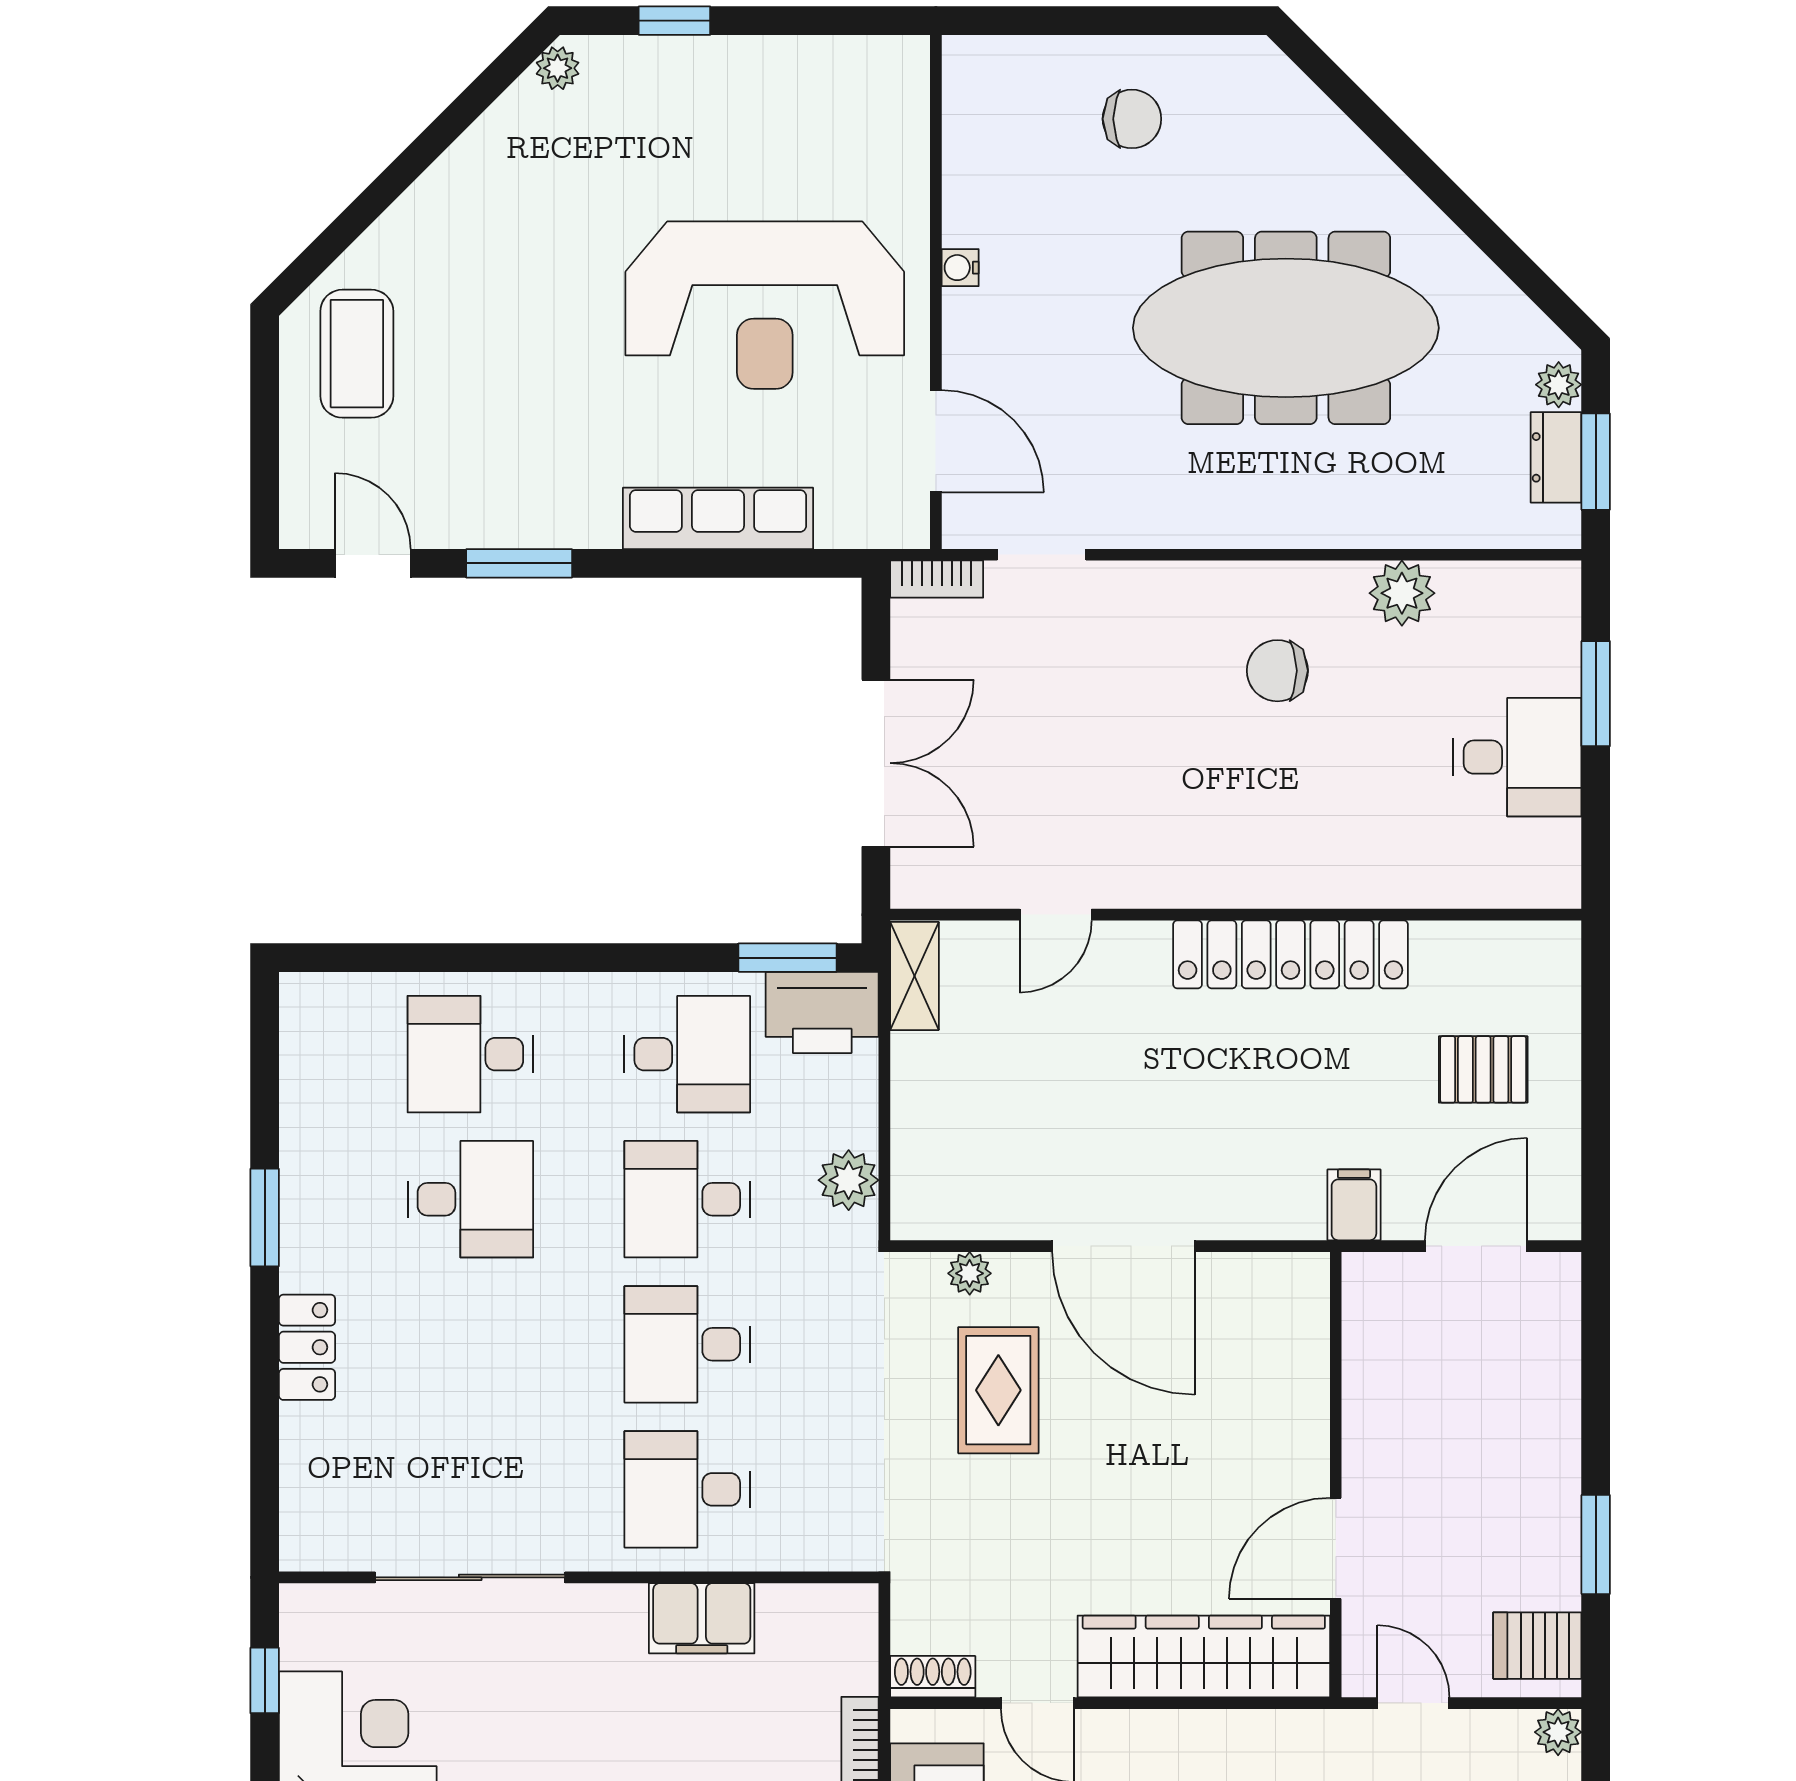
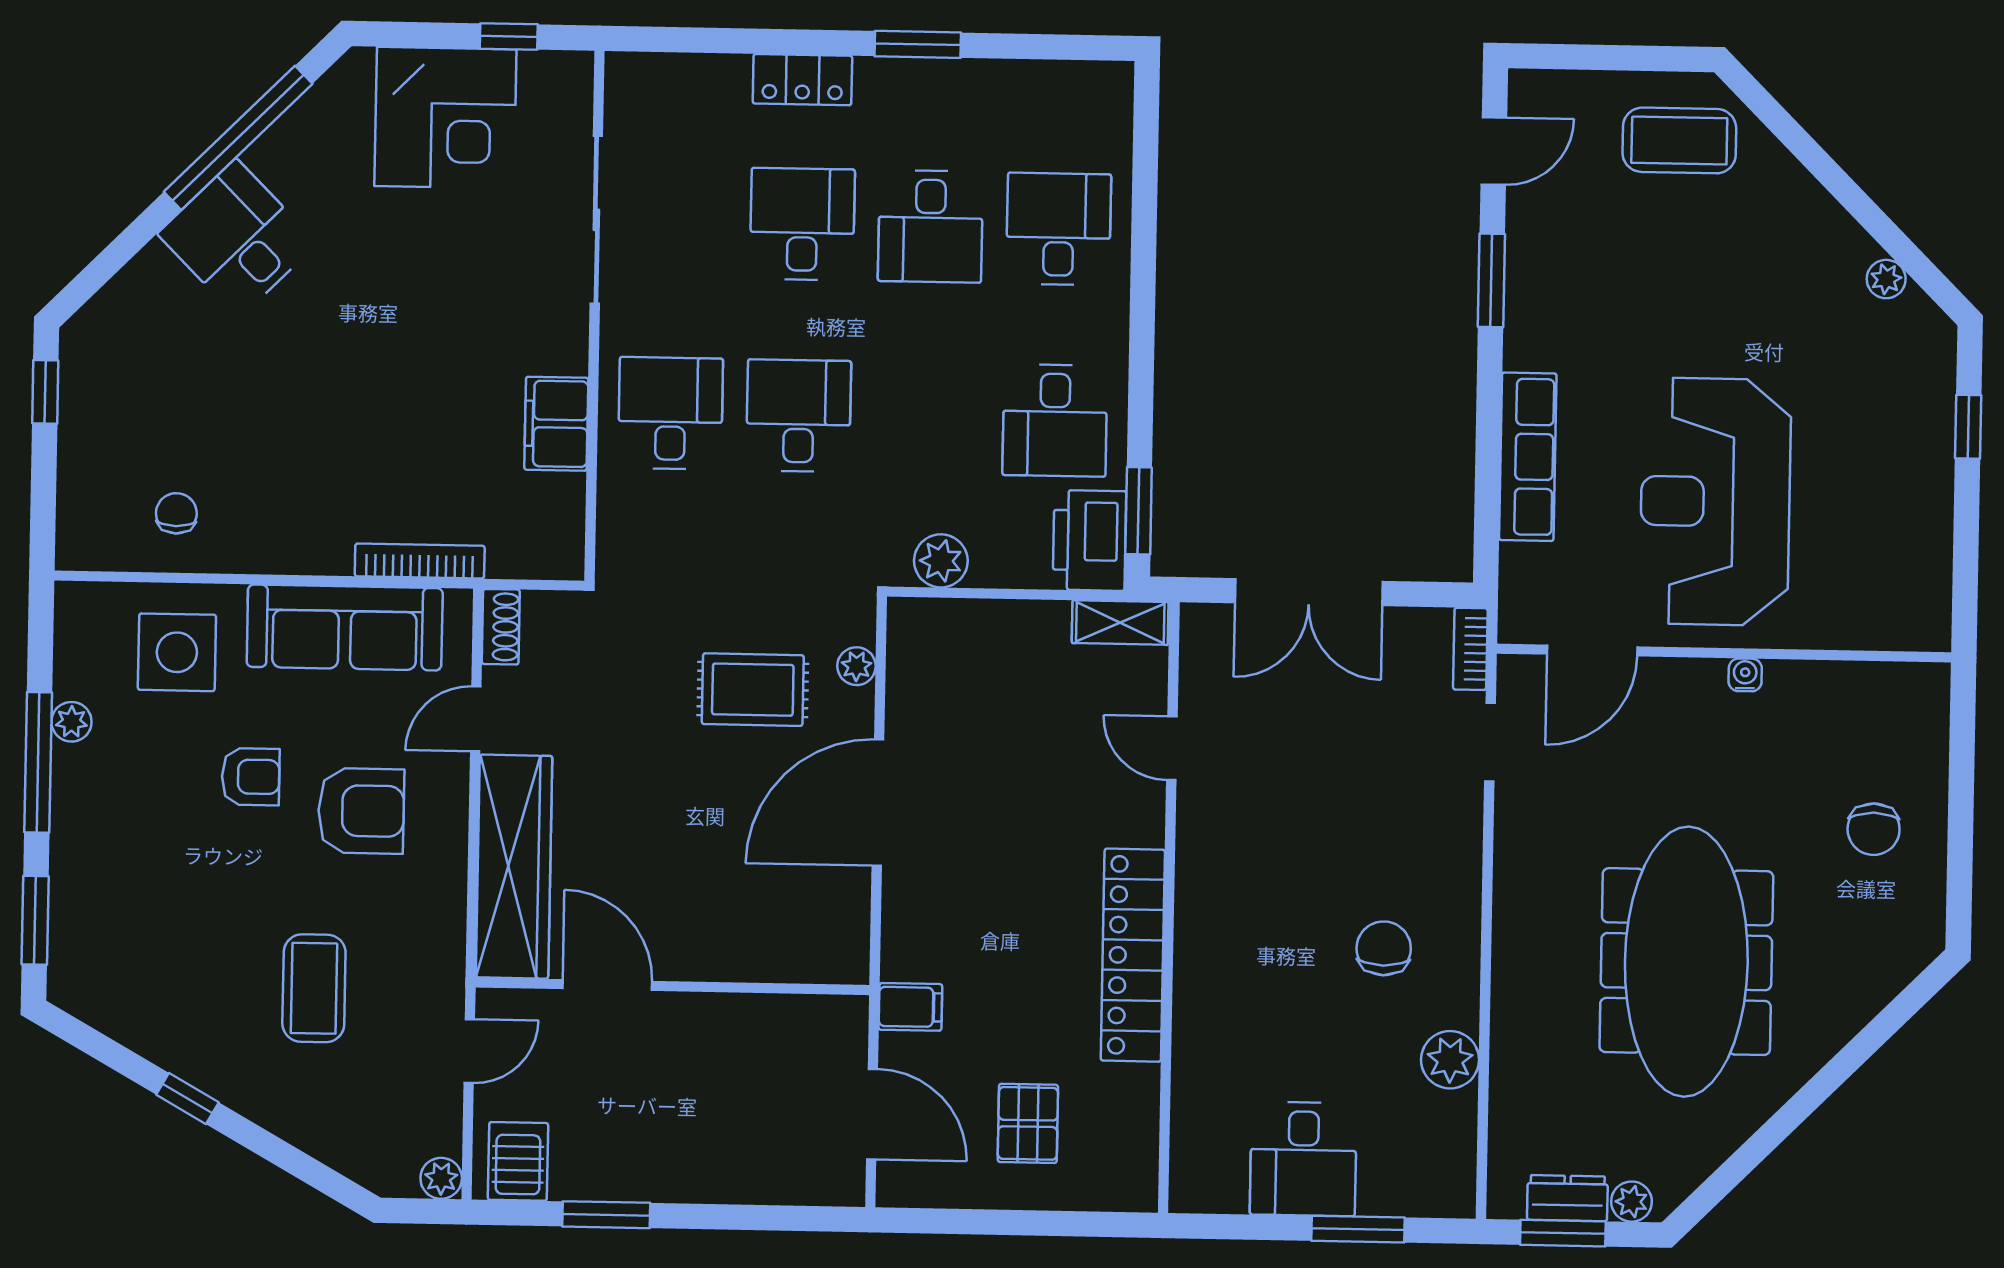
plant: (558, 68) -> (1886, 279), moved
desk: (687, 1199) -> (802, 224), moved

